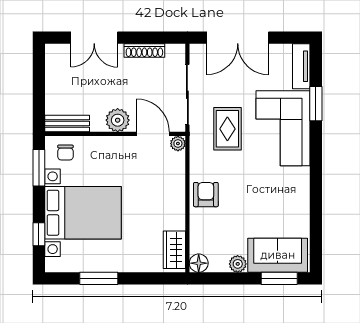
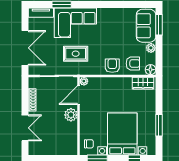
bench: (67, 124) -> (73, 143), removed
armchair: (206, 195) -> (112, 66), turned 90
armchair: (210, 232) -> (133, 63), added

